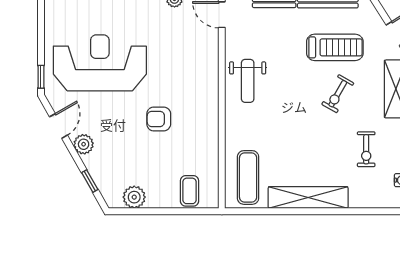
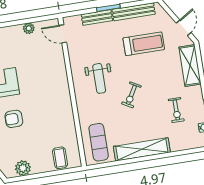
weight bench: (248, 81) -> (99, 78), moved
exercise bike: (338, 94) -> (131, 95), moved
armchair: (159, 119) -> (14, 119), moved

